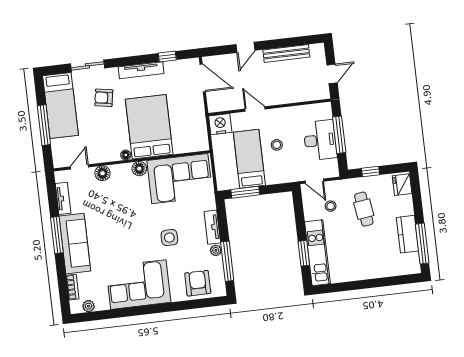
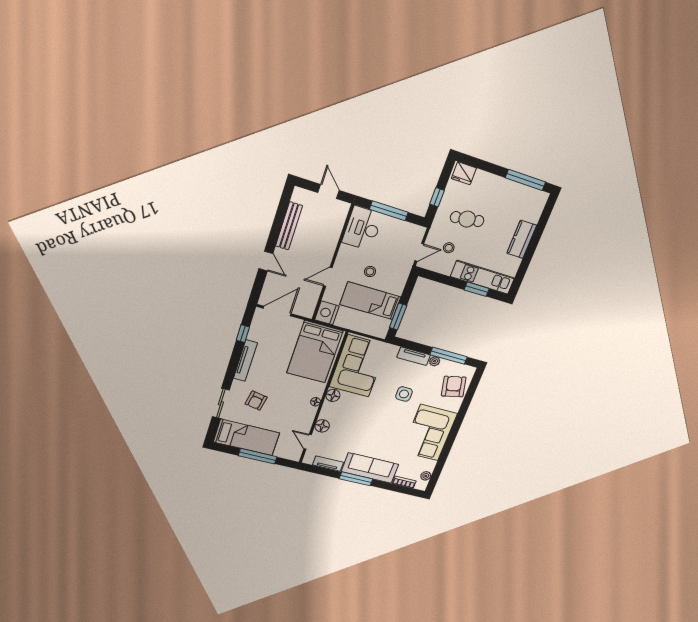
bed: (149, 127) -> (315, 352), moved, turned -90
desk: (320, 140) -> (363, 228), moved, turned -90
kitchen counter: (407, 234) -> (522, 239), moved, turned 90
armchair: (198, 283) -> (454, 386), turned 77

